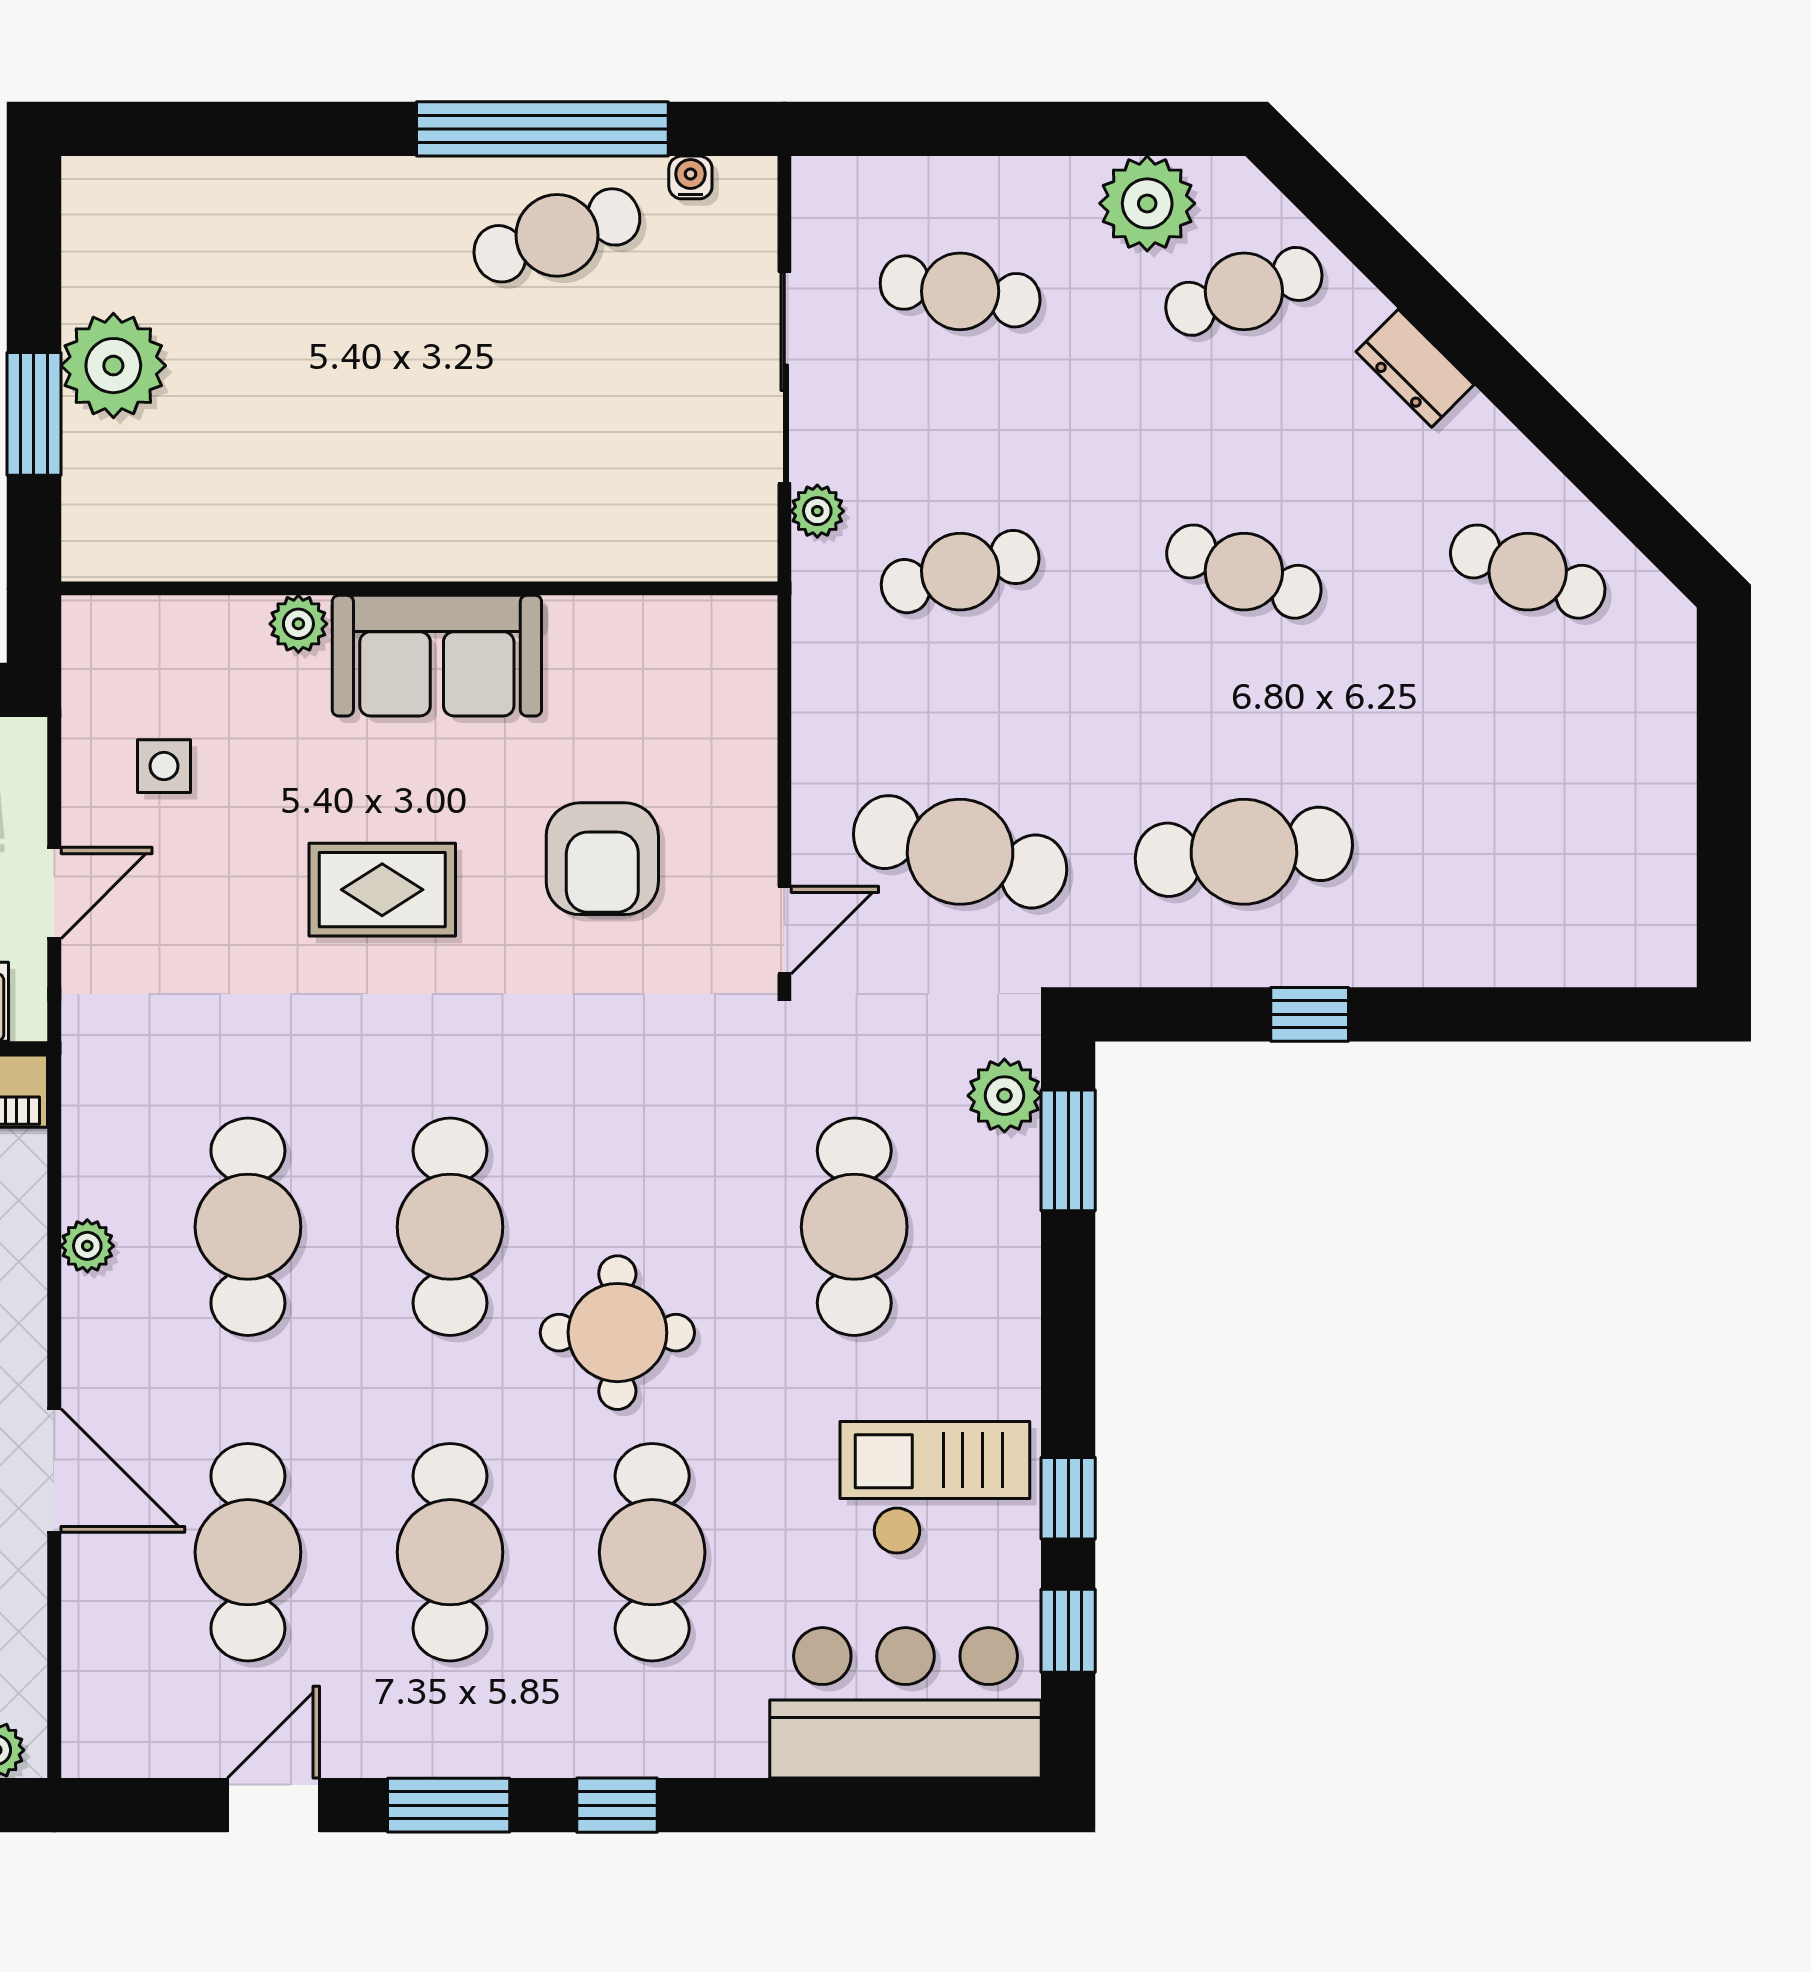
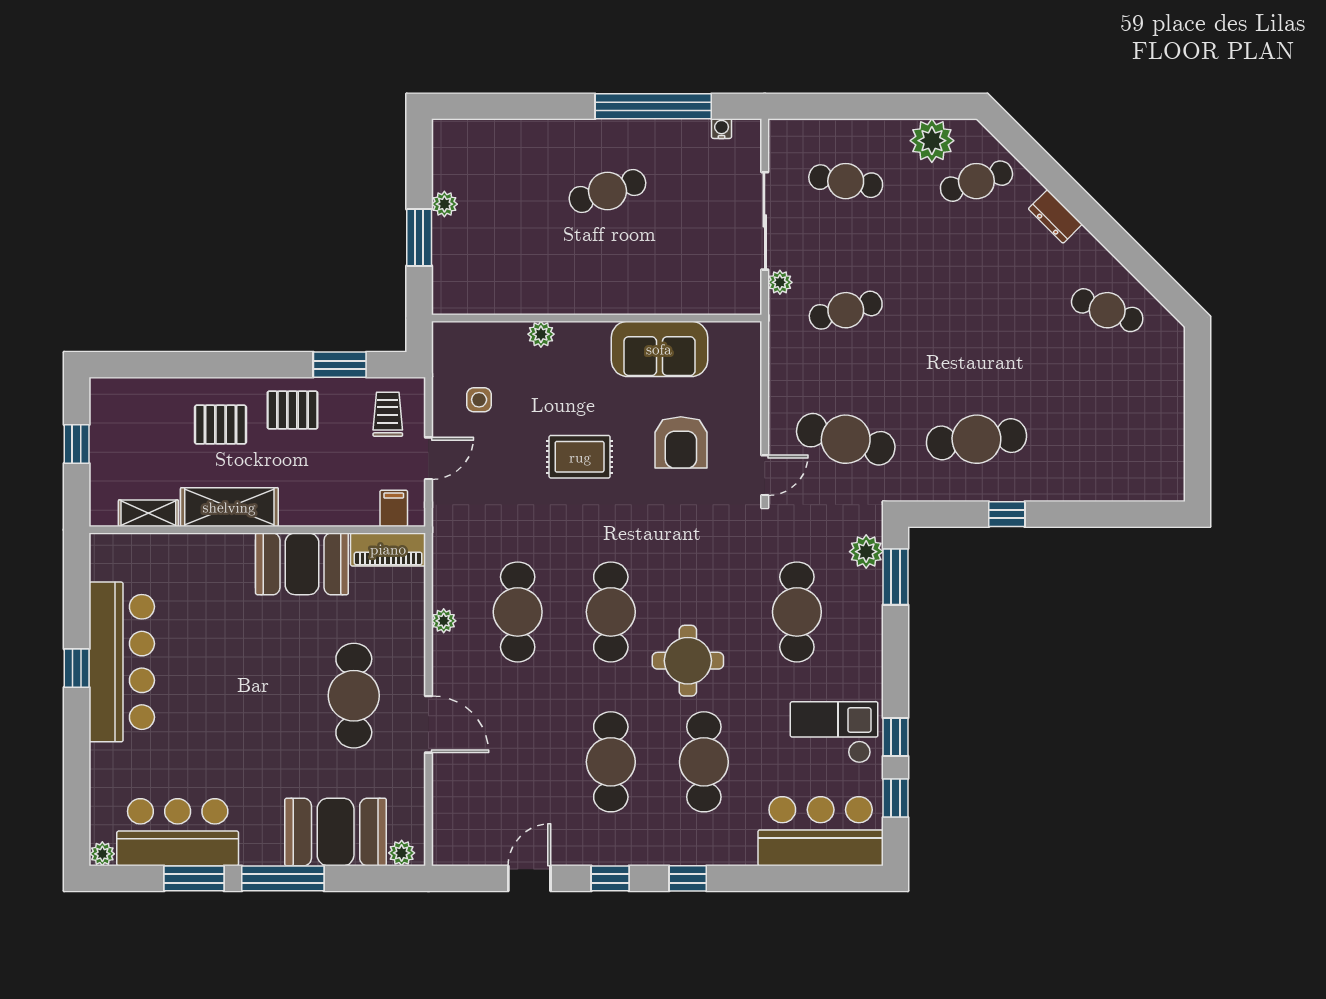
cafe table: (557, 235) -> (607, 191), moved
plant: (113, 366) -> (444, 204), width x0.53, depth x0.53
cafe table: (1244, 572) -> (976, 310), removed
sofa: (437, 656) -> (659, 349), moved
cafe table: (248, 1552) -> (518, 762), removed
window: (449, 1805) -> (610, 878), width x0.67

